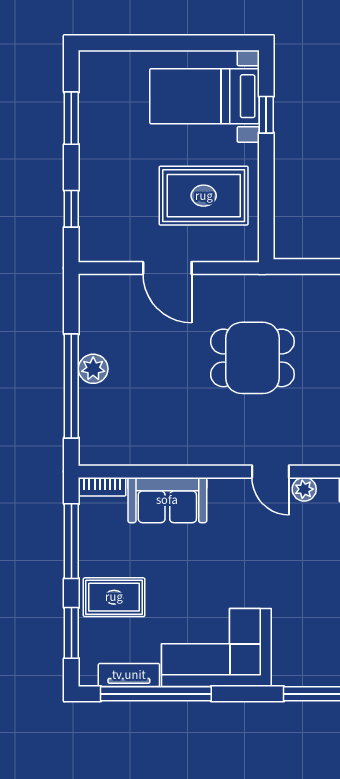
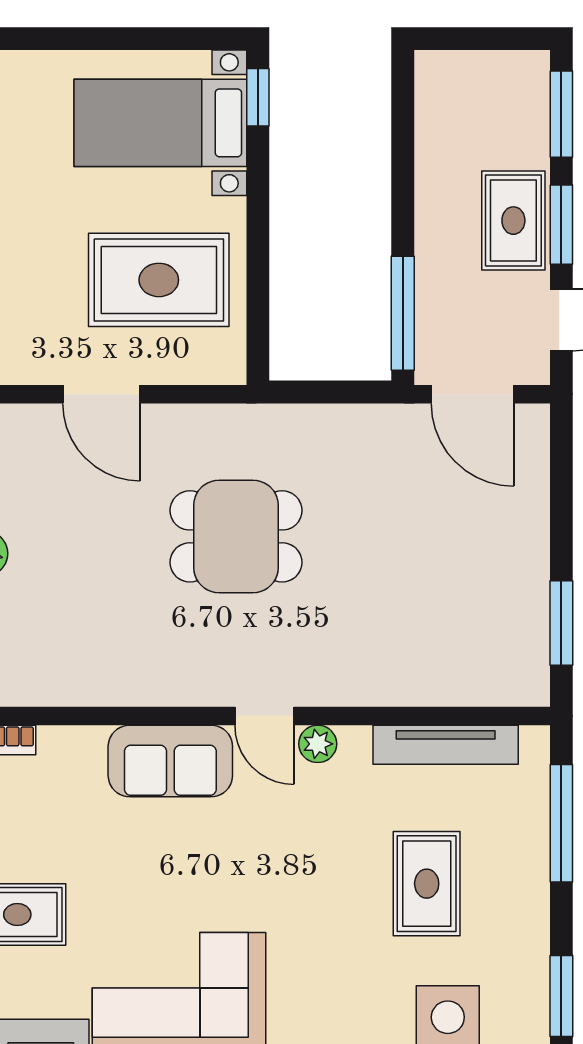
window: (266, 115) -> (258, 97), moved
sofa: (167, 500) -> (170, 761), moved

